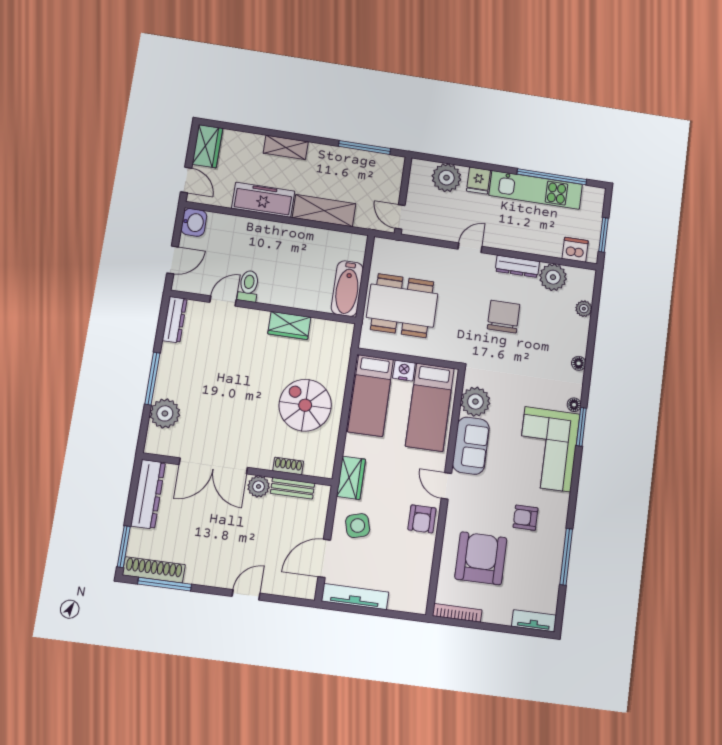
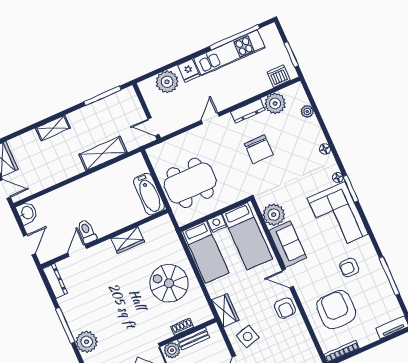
freezer: (263, 200) -> (61, 171), removed
chair: (504, 317) -> (259, 149), turned 180

